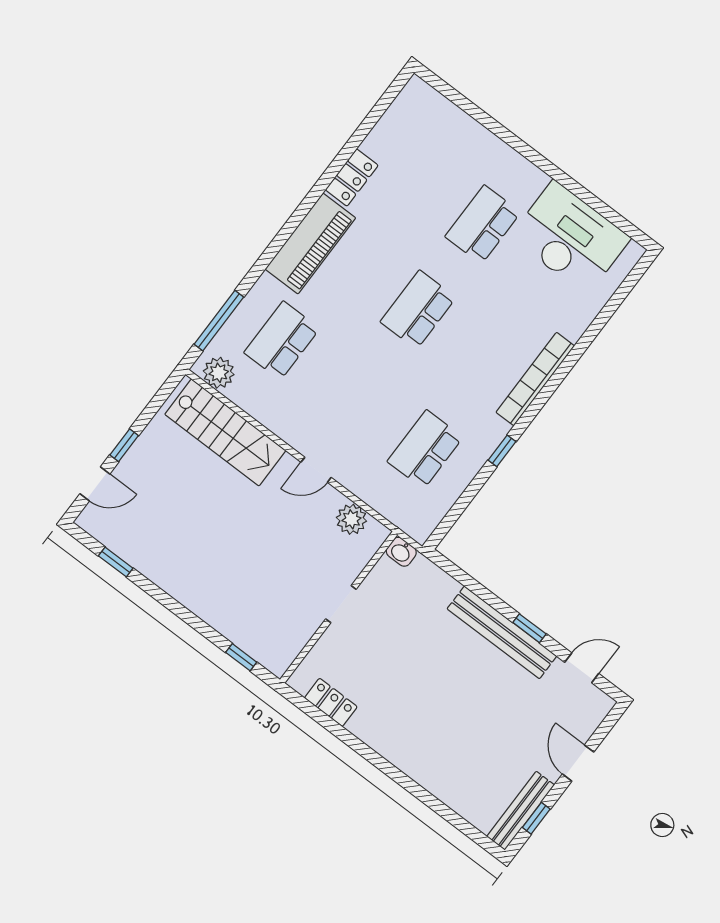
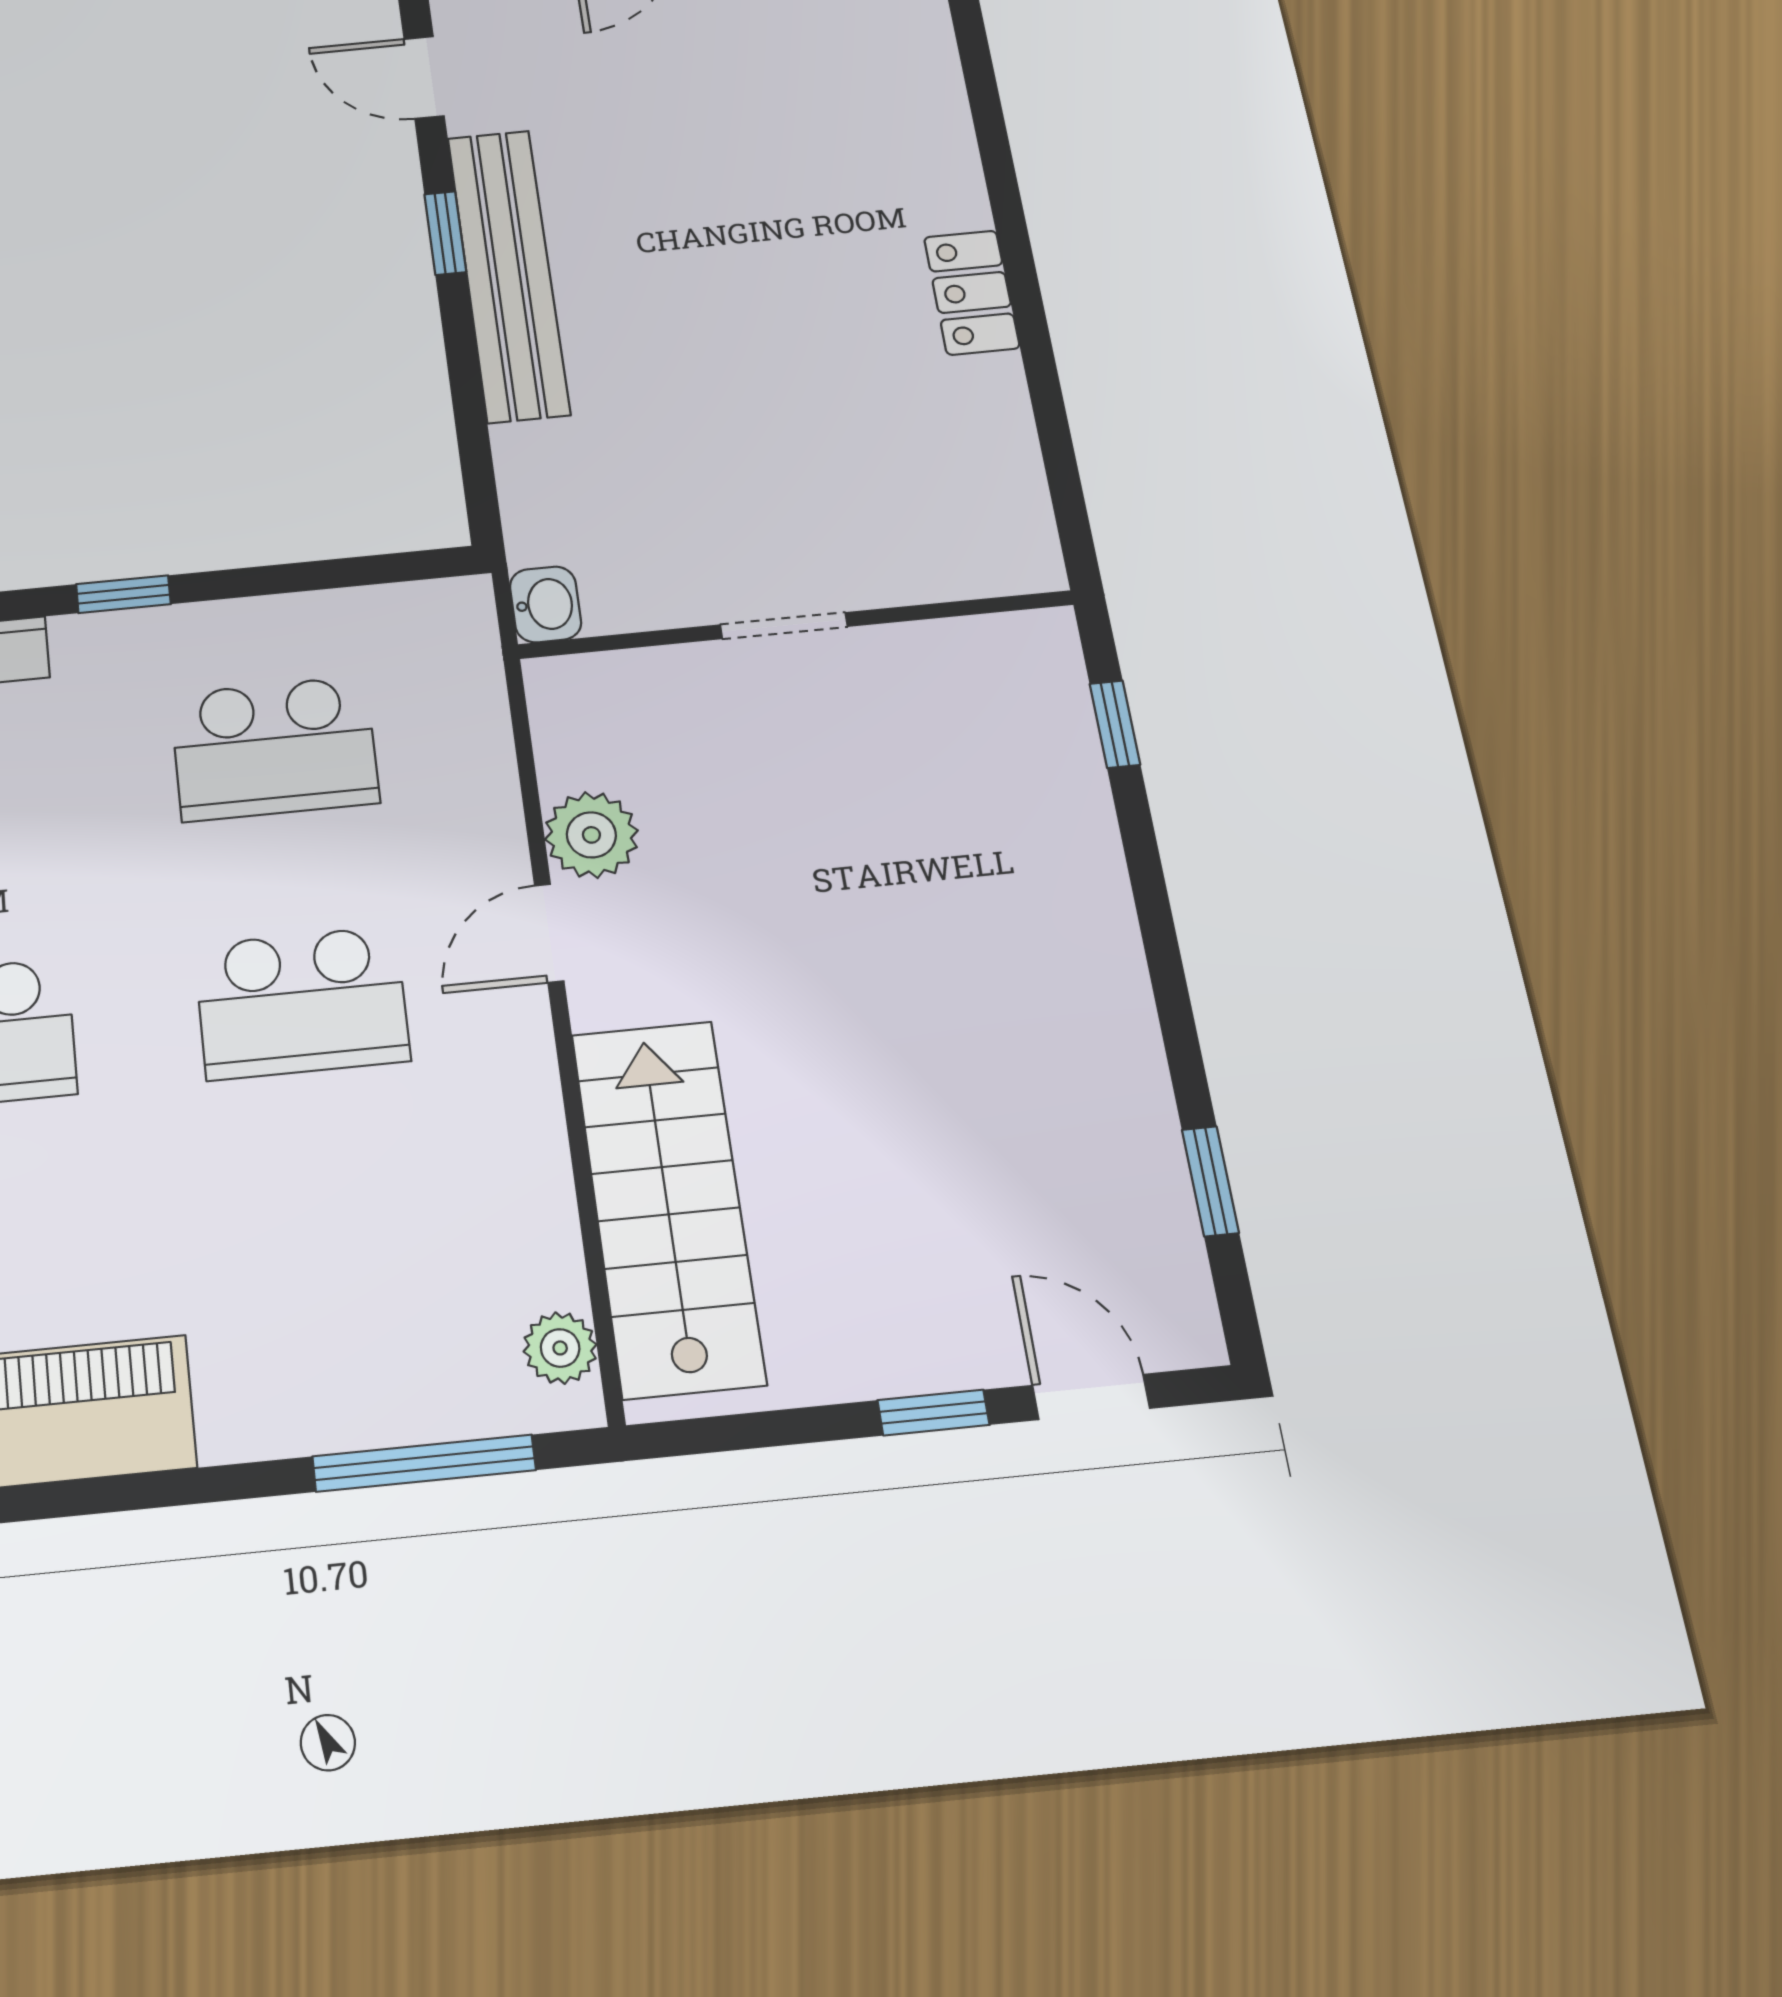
school desk: (282, 341) -> (302, 1003), moved
plant: (219, 373) -> (560, 1348), width x0.73, depth x0.73
door: (316, 470) -> (549, 933), swing flipped
plant: (351, 519) -> (591, 835), moved
locker: (331, 702) -> (972, 292), moved

